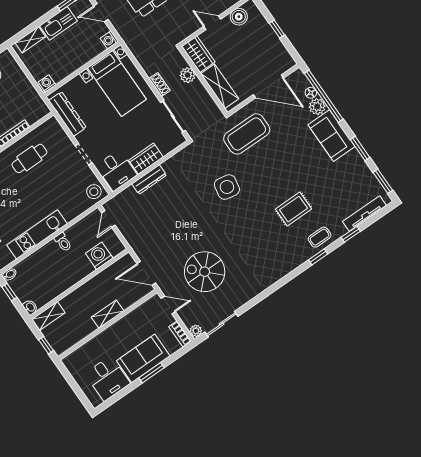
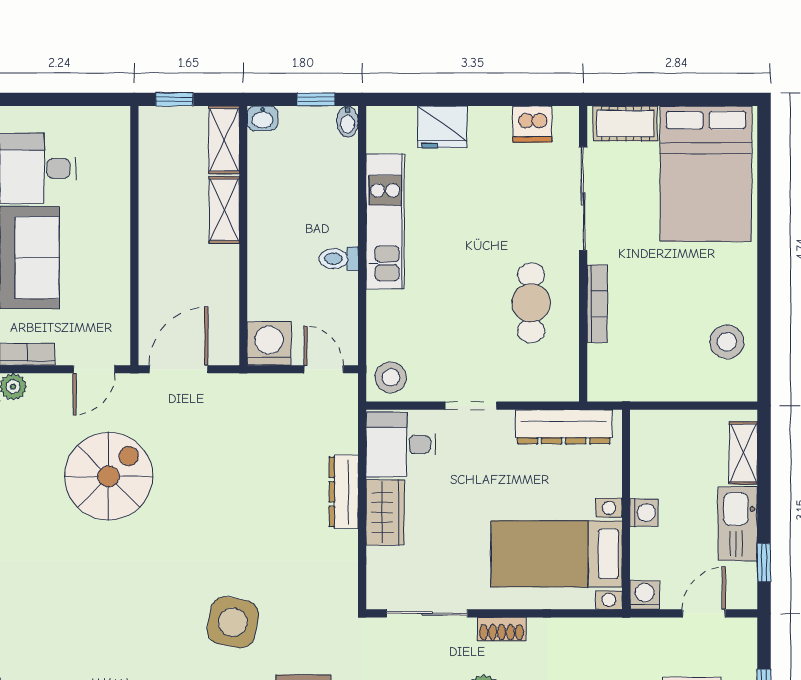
washing machine: (47, 83) -> (644, 513), moved
washing machine: (99, 256) -> (269, 343), moved, turned -90
shelving: (108, 314) -> (224, 210), moved

